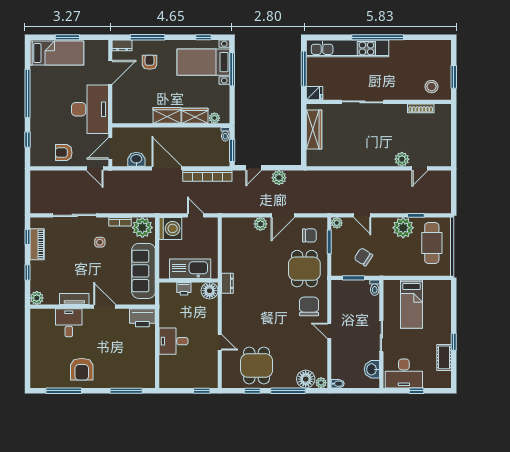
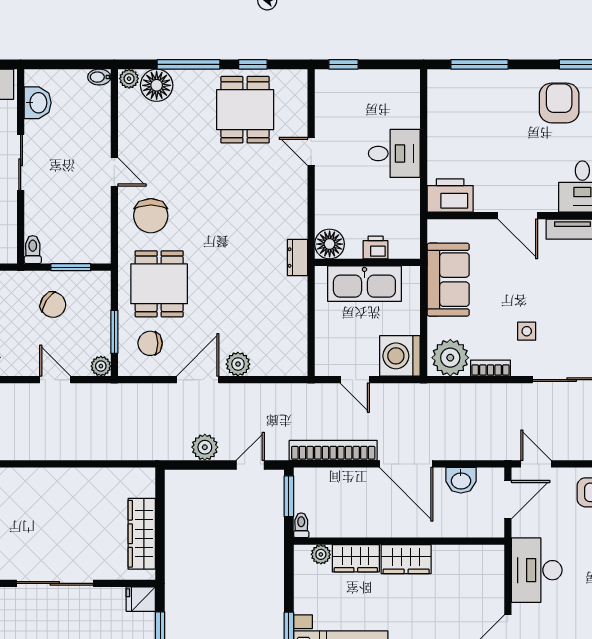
desk: (90, 109) -> (537, 570), width x0.73, depth x0.77
sofa: (143, 271) -> (448, 280), width x0.73

